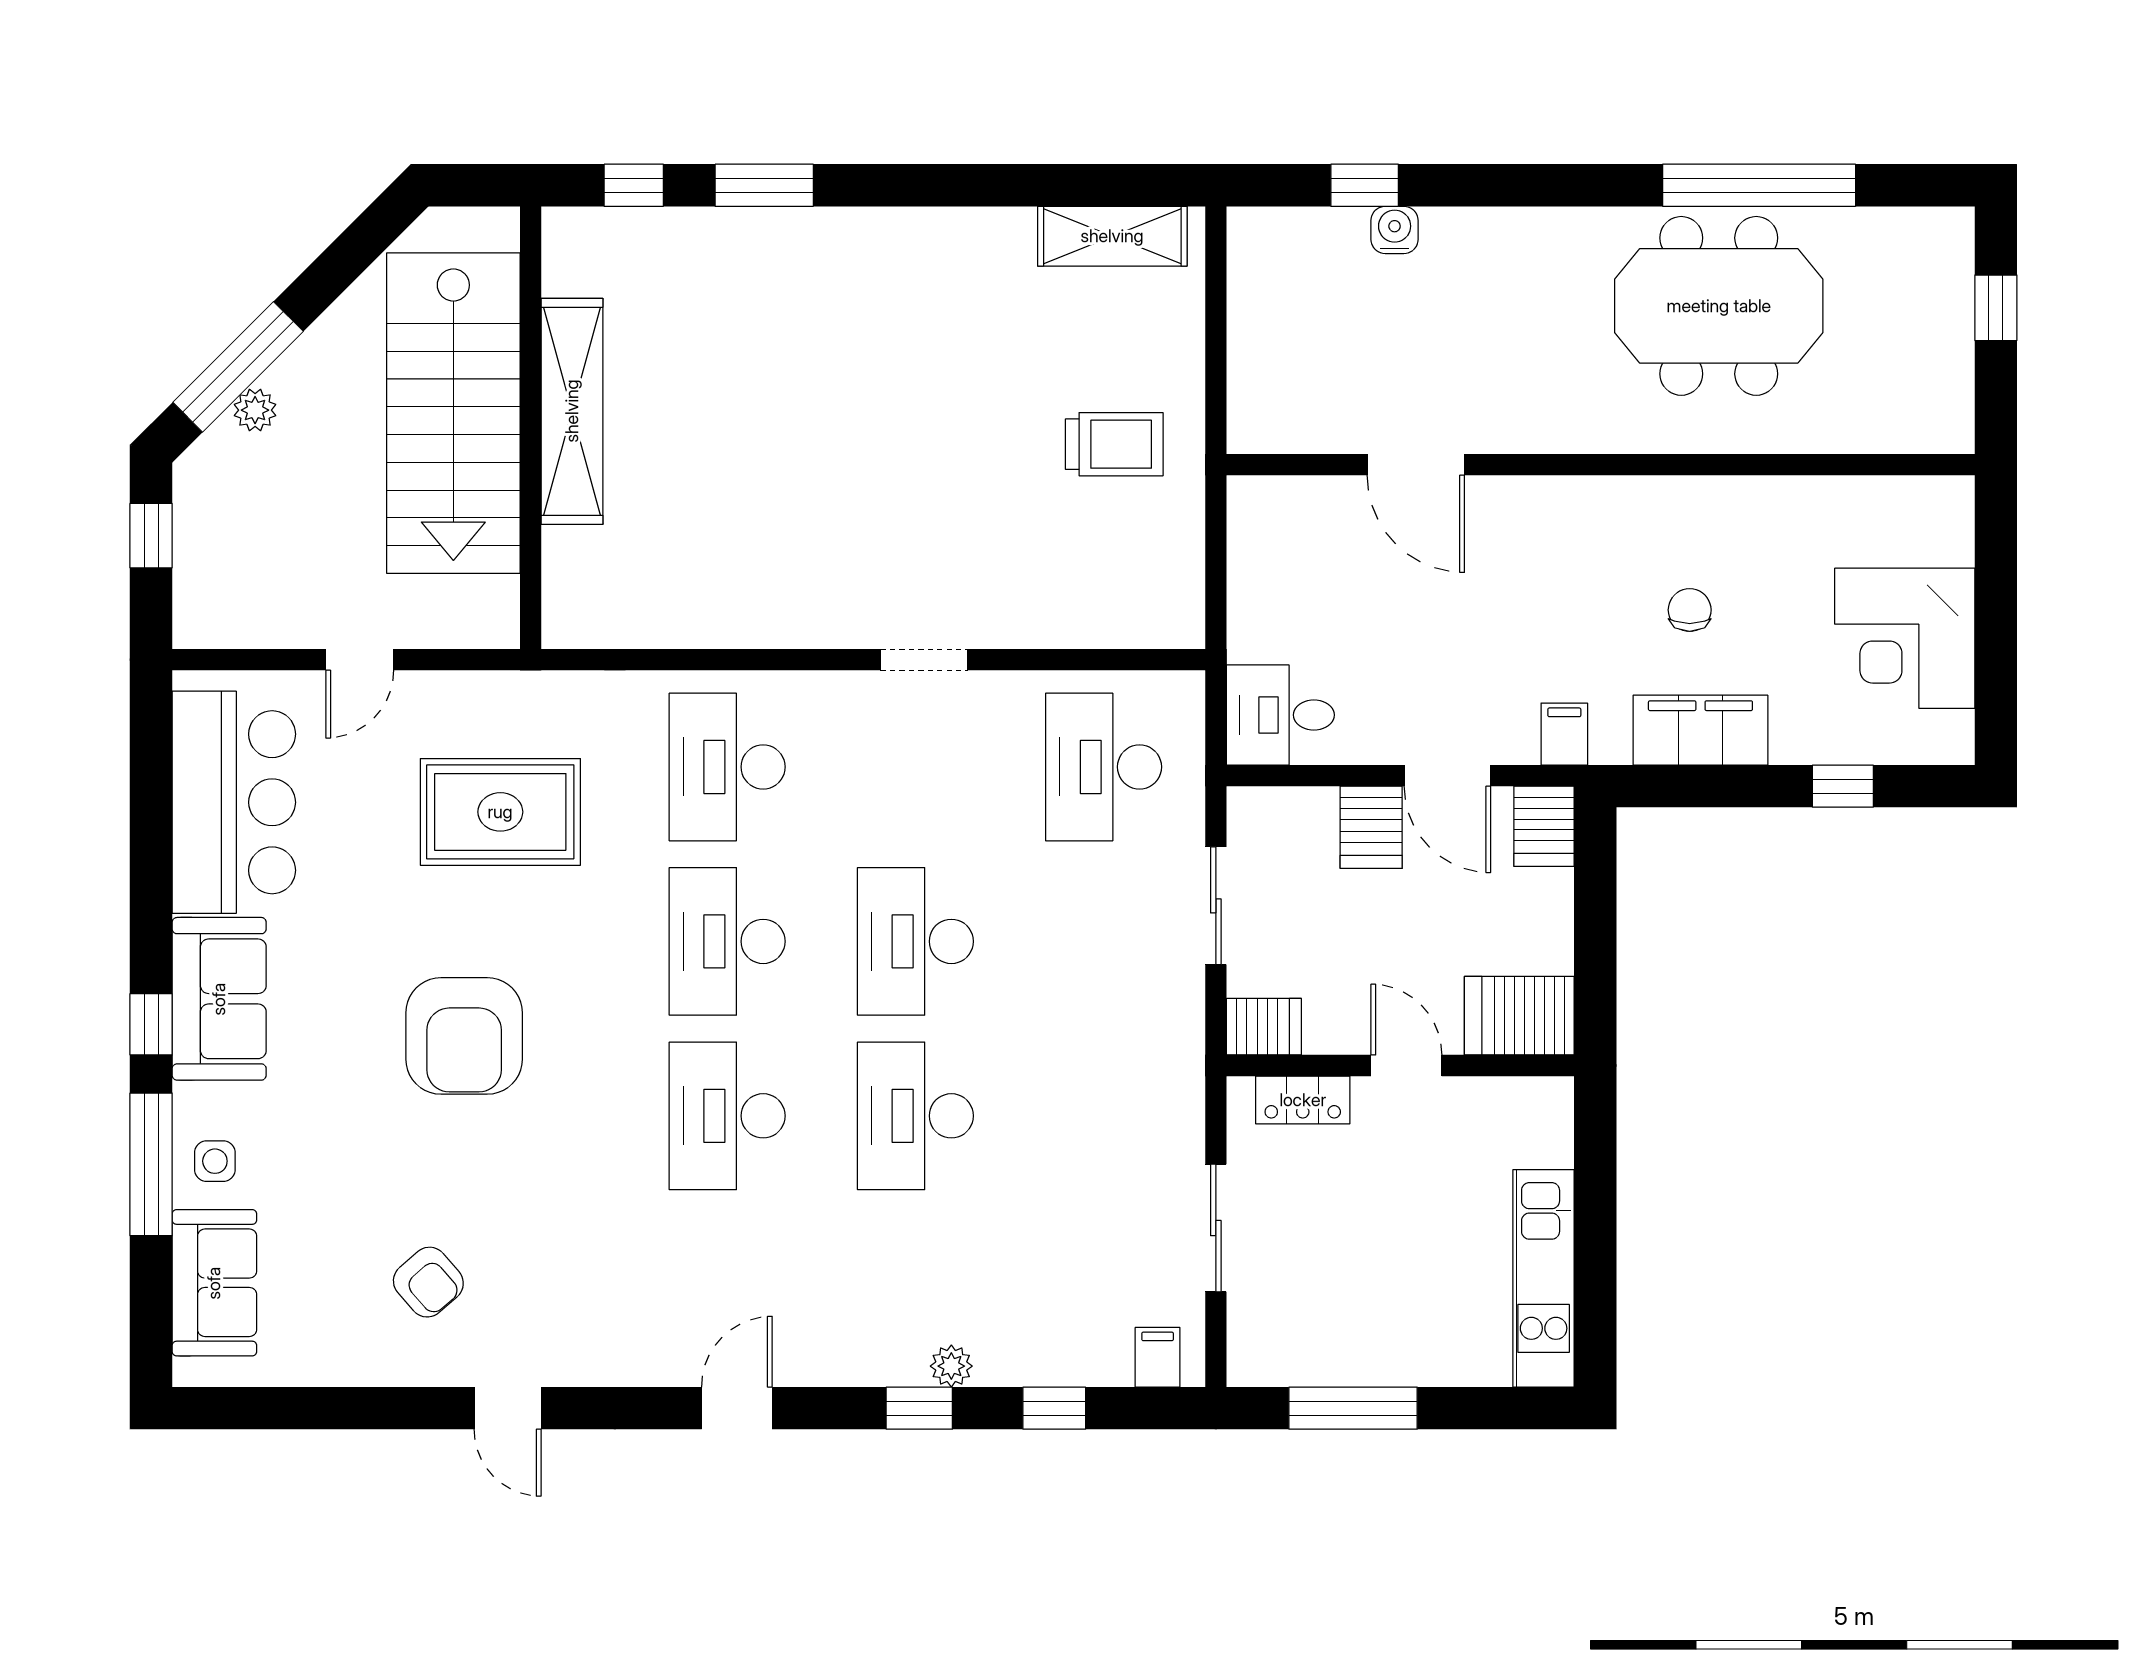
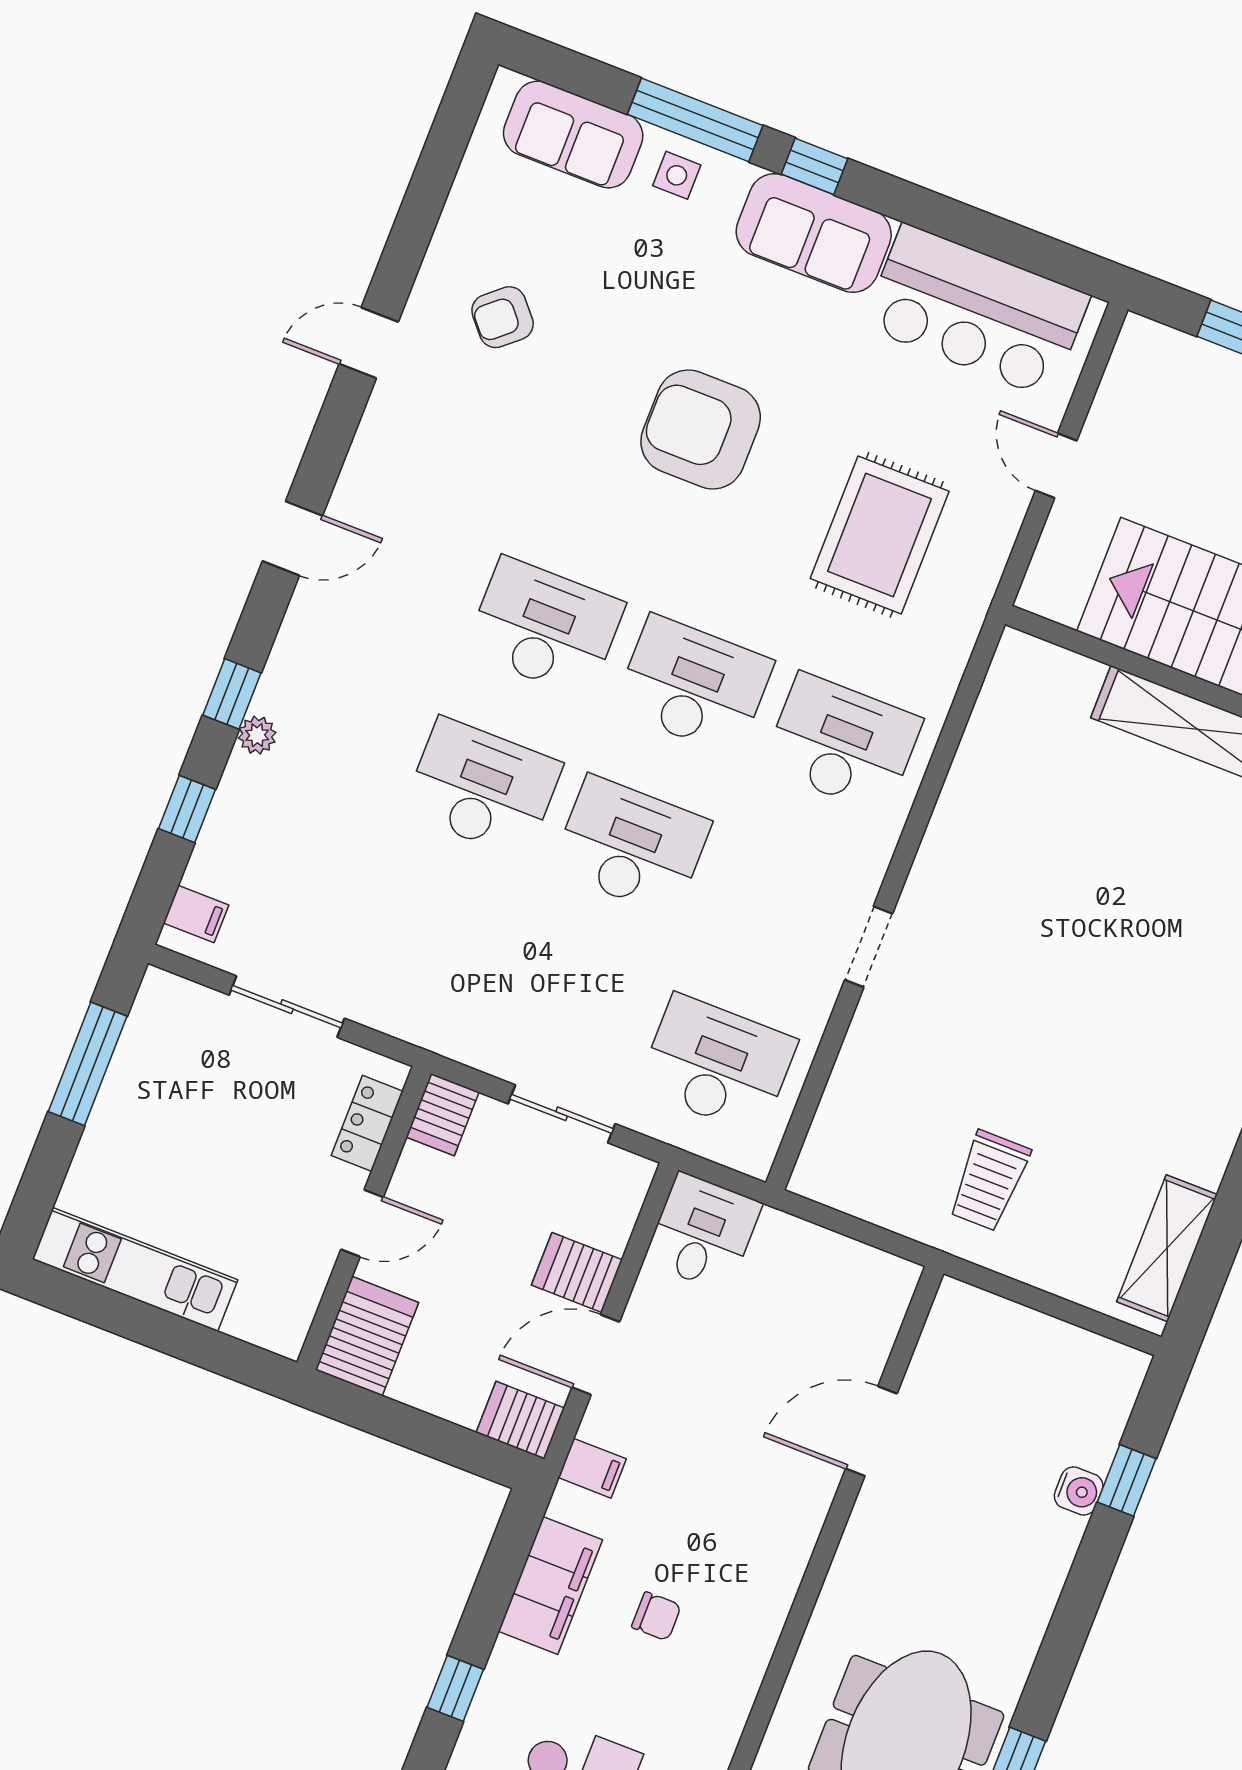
door: (737, 1408) -> (292, 538), hinge flipped

